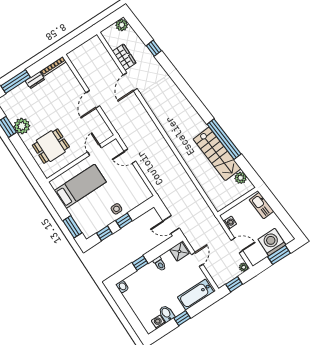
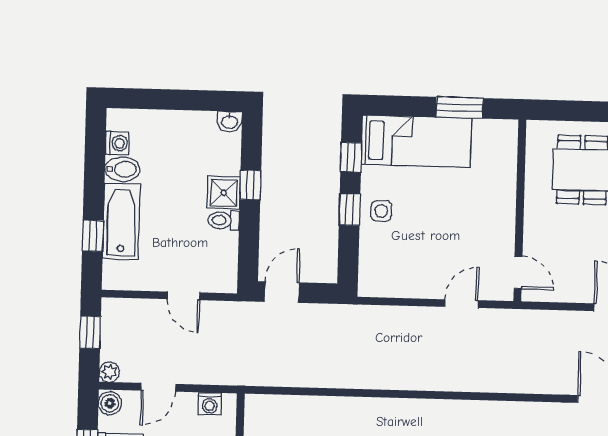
door: (94, 150) -> (518, 272), moved
bed: (80, 186) -> (416, 141), moved, turned -90
window: (72, 227) -> (460, 108), moved
shower: (179, 251) -> (224, 193), moved
boiler: (255, 259) -> (110, 403), added
bathtub: (196, 294) -> (121, 221), moved
window: (182, 318) -> (93, 236), moved

